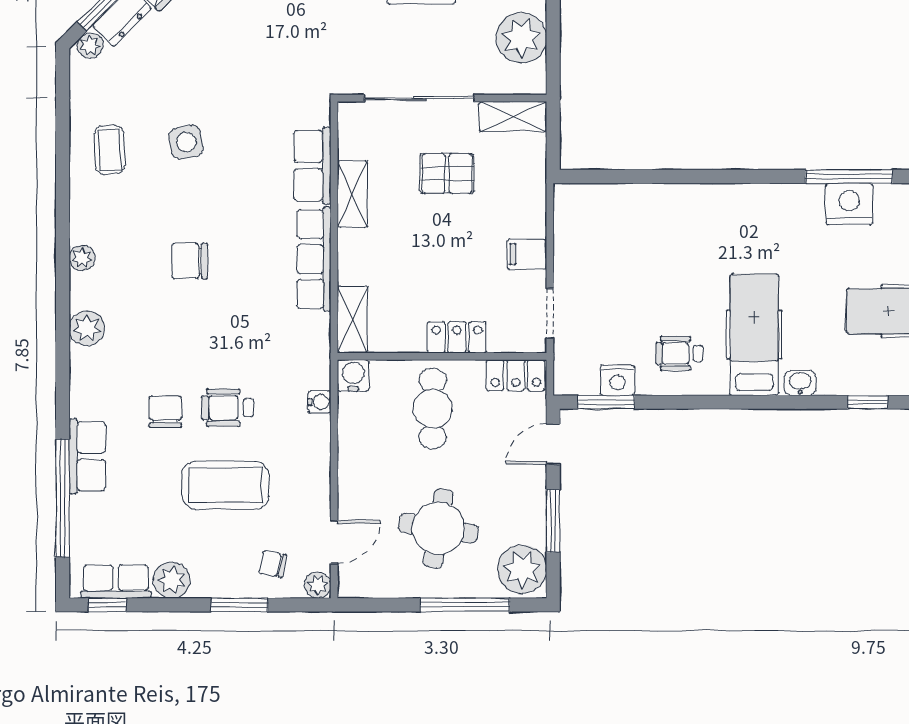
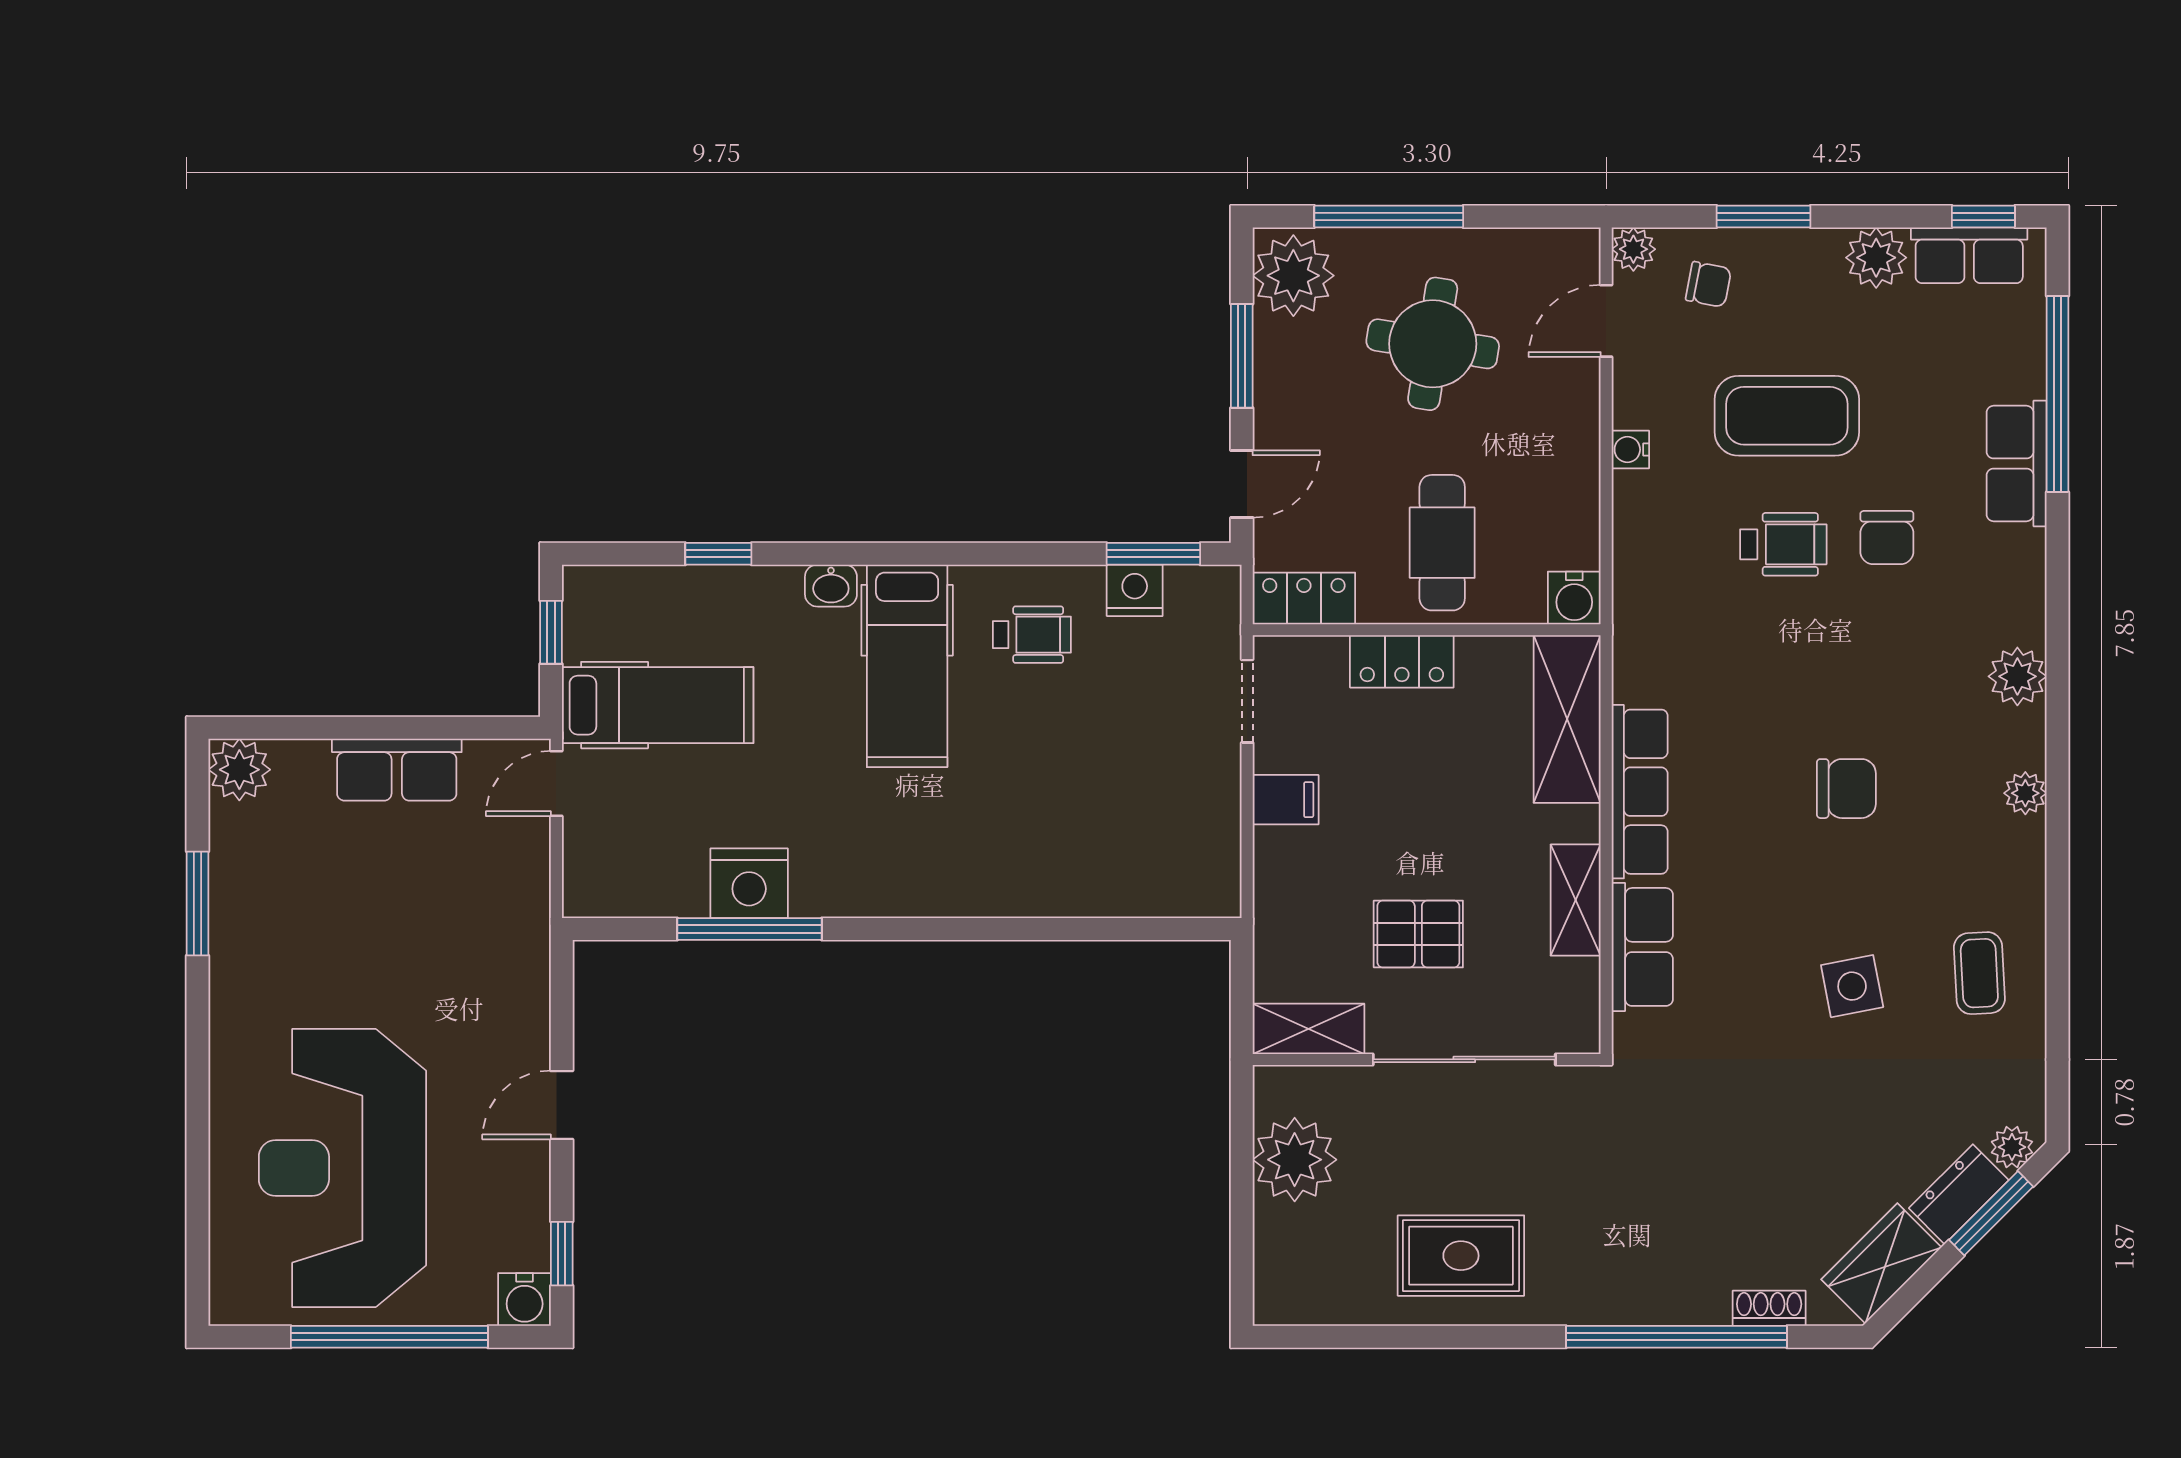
shelving: (352, 319) -> (1567, 719), width x1.50, depth x1.33
water cooler: (319, 402) -> (1630, 450), moved

